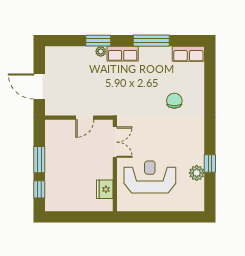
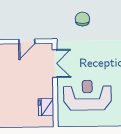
chair: (174, 101) -> (82, 19), moved

